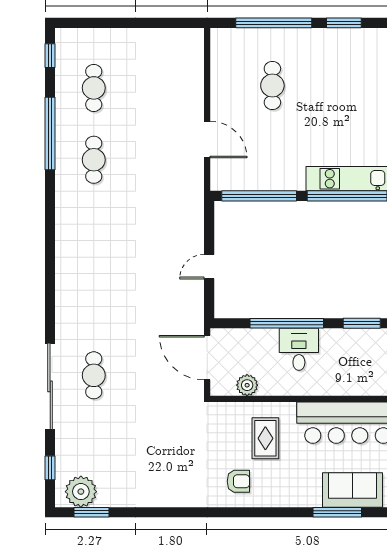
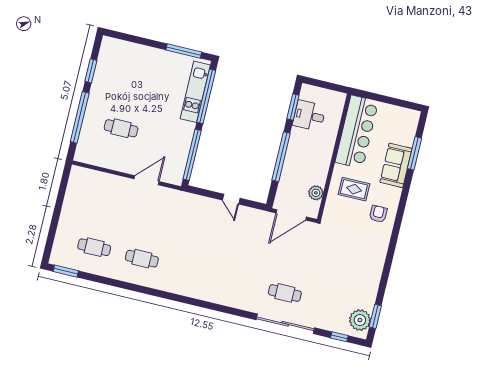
window: (50, 56) -> (66, 271), width x1.50
window: (50, 133) -> (117, 283), removed
desk: (299, 349) -> (309, 116), moved
sofa: (353, 490) -> (396, 165), moved

